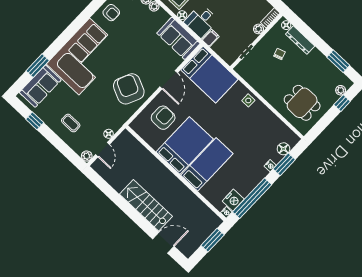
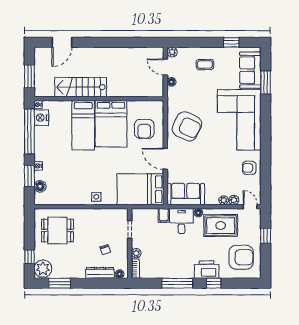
plant: (341, 90) -> (43, 269), width x1.87, depth x1.87
stairs: (146, 205) -> (81, 87), moved, turned 180

